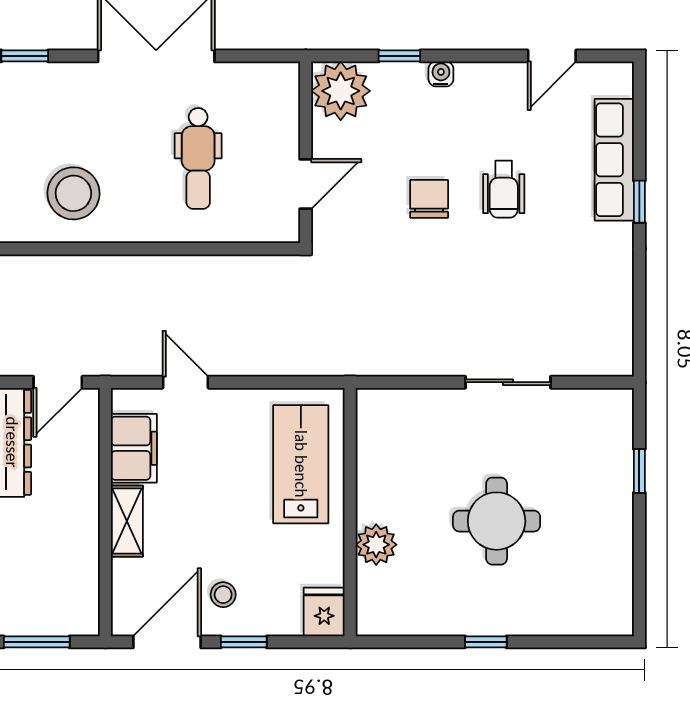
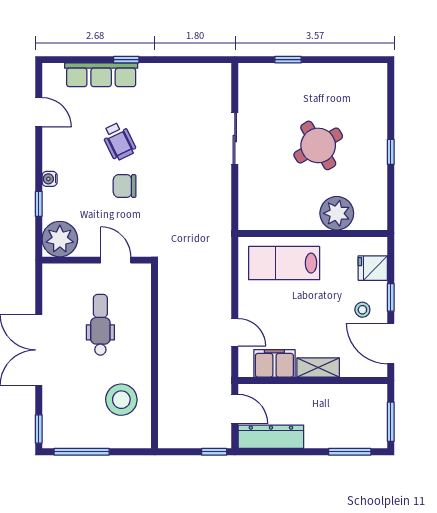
dental chair: (198, 158) -> (100, 325), turned -90
wheelchair: (504, 189) -> (119, 141), turned 64
door: (185, 382) -> (235, 332), swing flipped
round table: (497, 521) -> (318, 145), turned -31
plant: (376, 545) -> (337, 213), width x1.36, depth x1.36
fridge: (324, 612) -> (373, 268), moved

